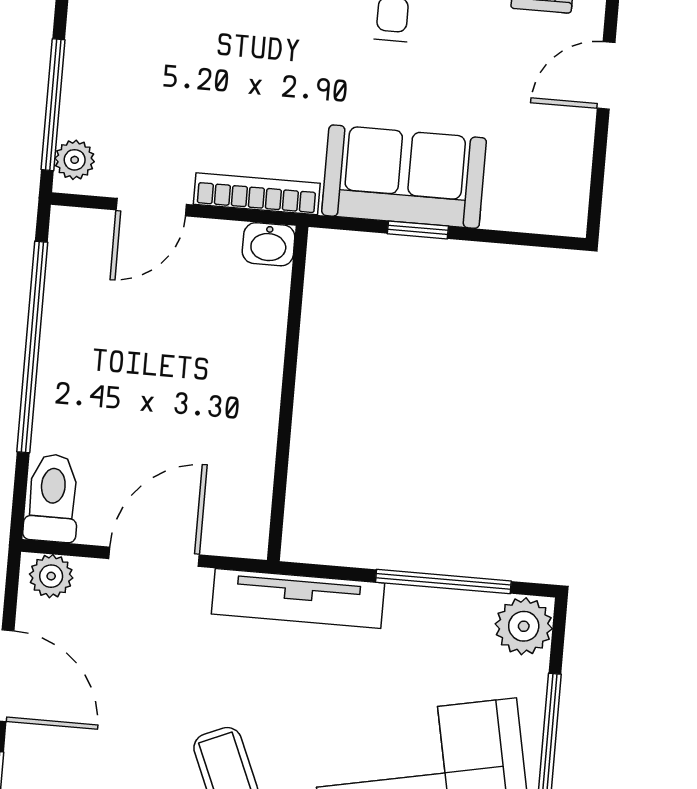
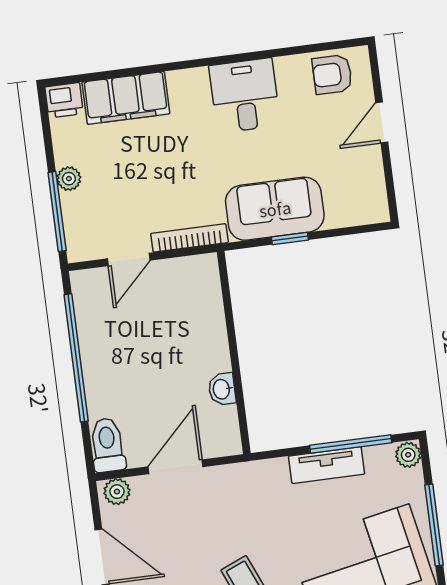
plant: (75, 160) -> (69, 179), moved
washbasin: (269, 244) -> (222, 389), moved, turned 90
tv unit: (298, 599) -> (327, 465), moved, width x0.71
plant: (524, 626) -> (408, 455), width x0.73, depth x0.73

